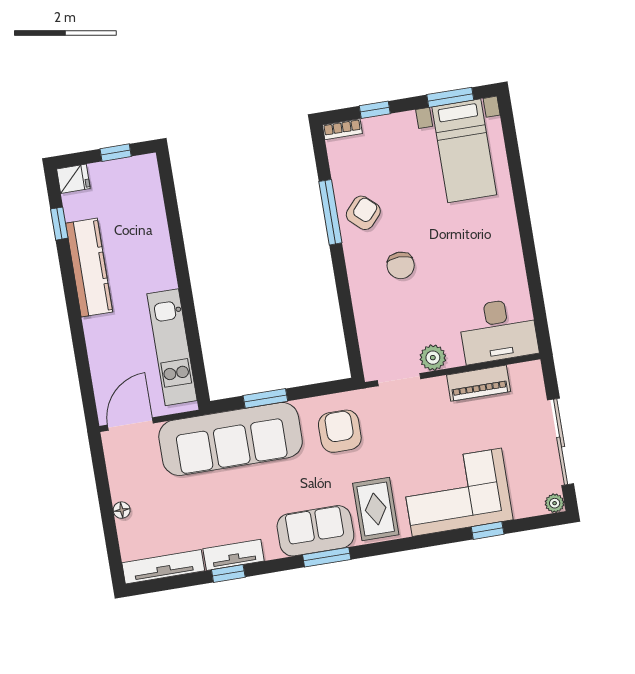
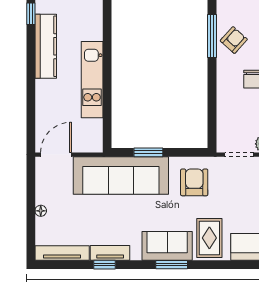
kitchen unit: (172, 347) -> (92, 80), moved

